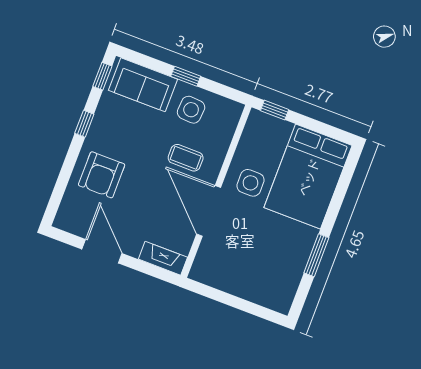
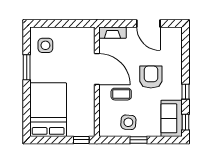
sofa: (143, 85) -> (172, 118), moved, turned -90
armchair: (102, 175) -> (151, 77), moved
side table: (250, 183) -> (45, 45), moved

